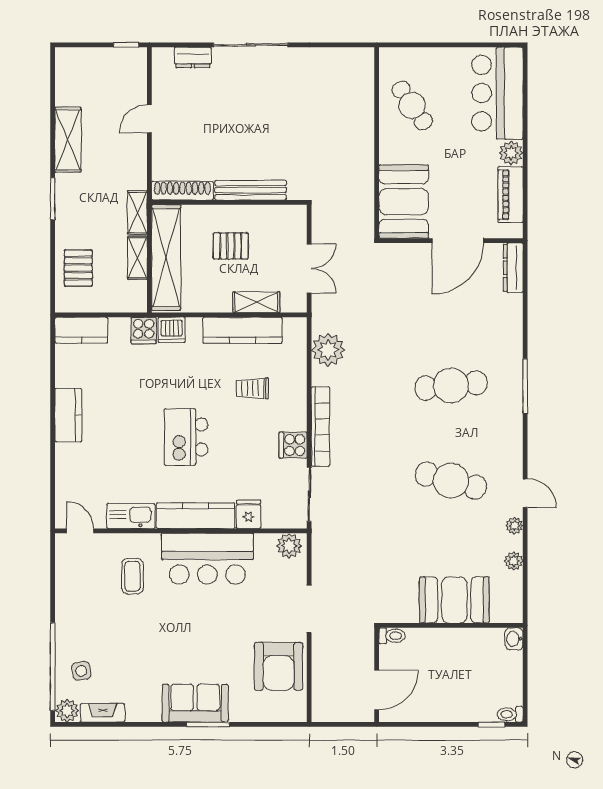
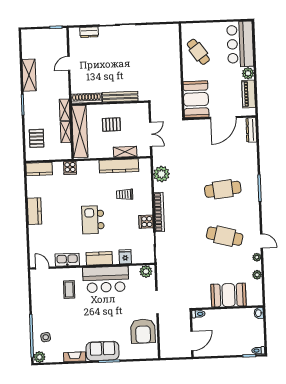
dishwasher: (172, 330) -> (84, 167), removed
kitchen counter: (196, 516) -> (99, 258), width x0.67
fireplace: (103, 713) -> (75, 357), moved

